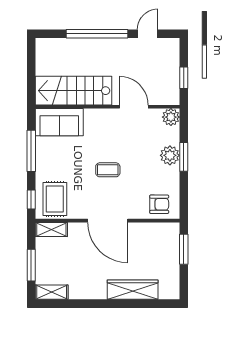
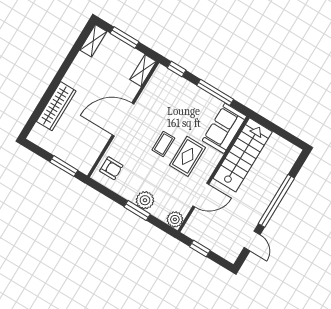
rug: (55, 199) -> (187, 156), moved, turned 90
armchair: (159, 204) -> (111, 168), turned -90

